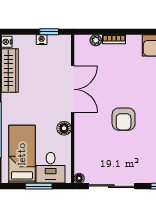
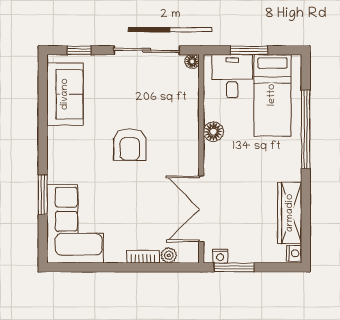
window: (49, 32) -> (234, 267), width x1.50
nightstand: (42, 40) -> (220, 256), moved
double door: (73, 89) -> (201, 209), moved
armchair: (124, 119) -> (130, 145), turned 180

